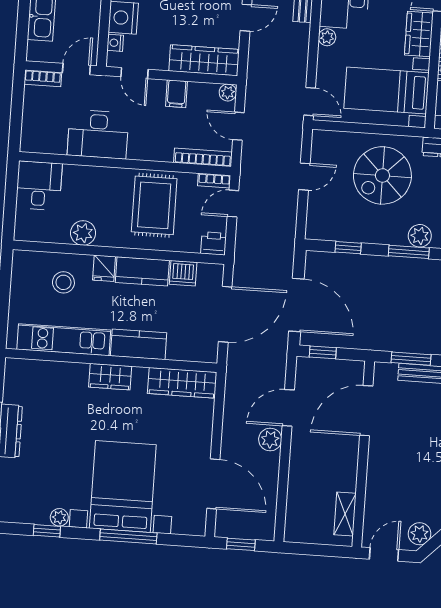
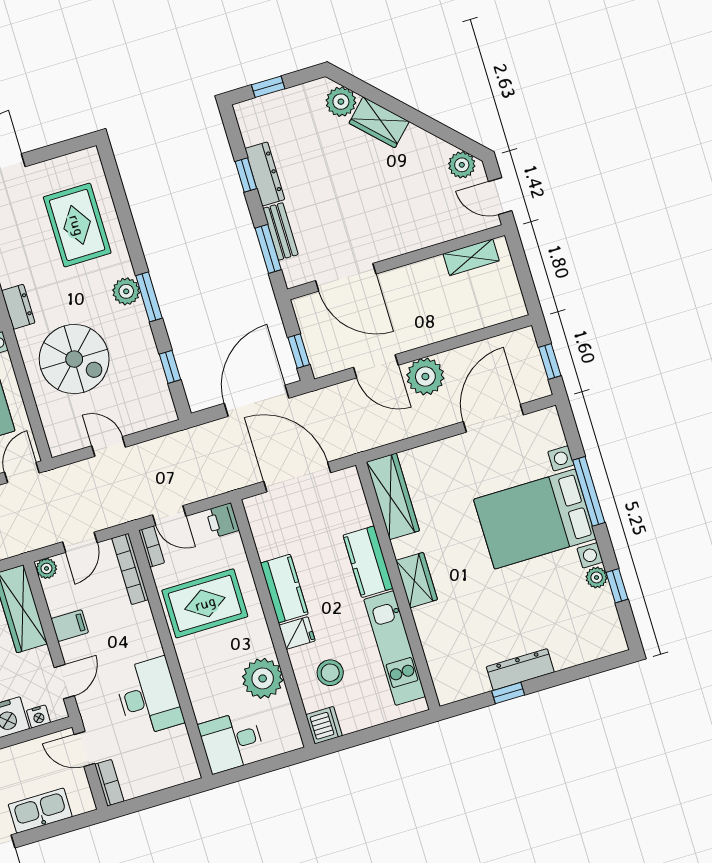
plant: (83, 233) -> (263, 678), width x1.36, depth x1.36
dishwasher: (183, 273) -> (324, 725), moved
plant: (270, 439) -> (425, 377), width x1.36, depth x1.36

